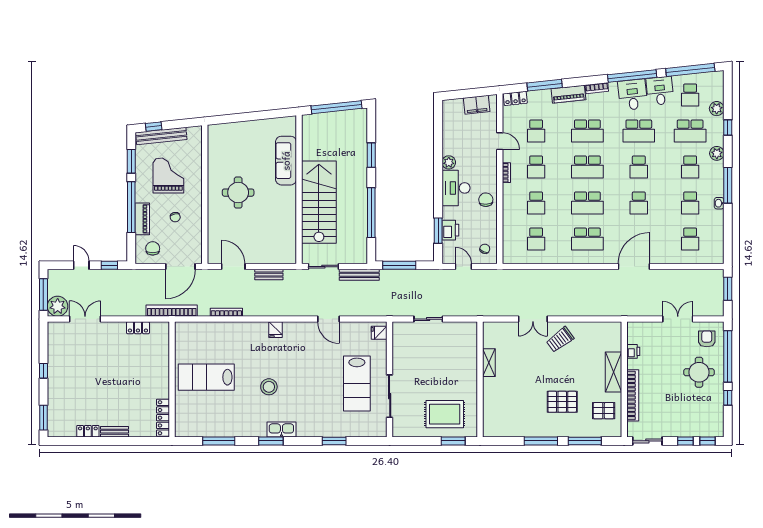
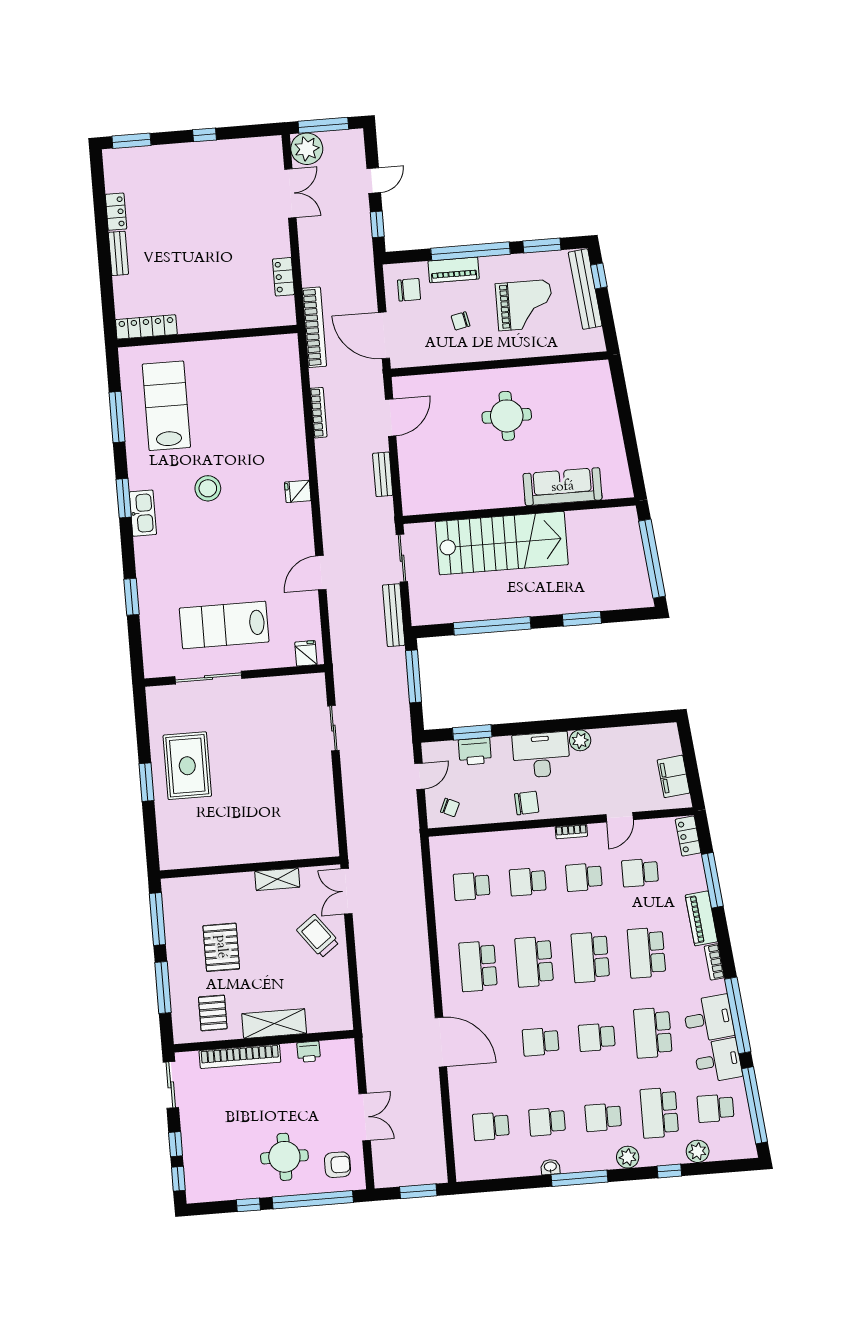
shelving: (489, 363) -> (277, 879), moved
lab bench: (206, 377) -> (166, 406), moved
wall: (480, 379) -> (250, 867), moved

